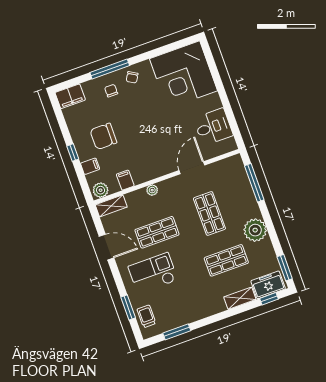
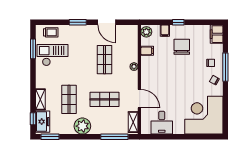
shelving: (111, 206) -> (133, 122), moved
door: (106, 247) -> (107, 22), hinge flipped
checkout: (153, 273) -> (52, 55), moved, turned -90
window: (128, 307) -> (78, 22), moved

